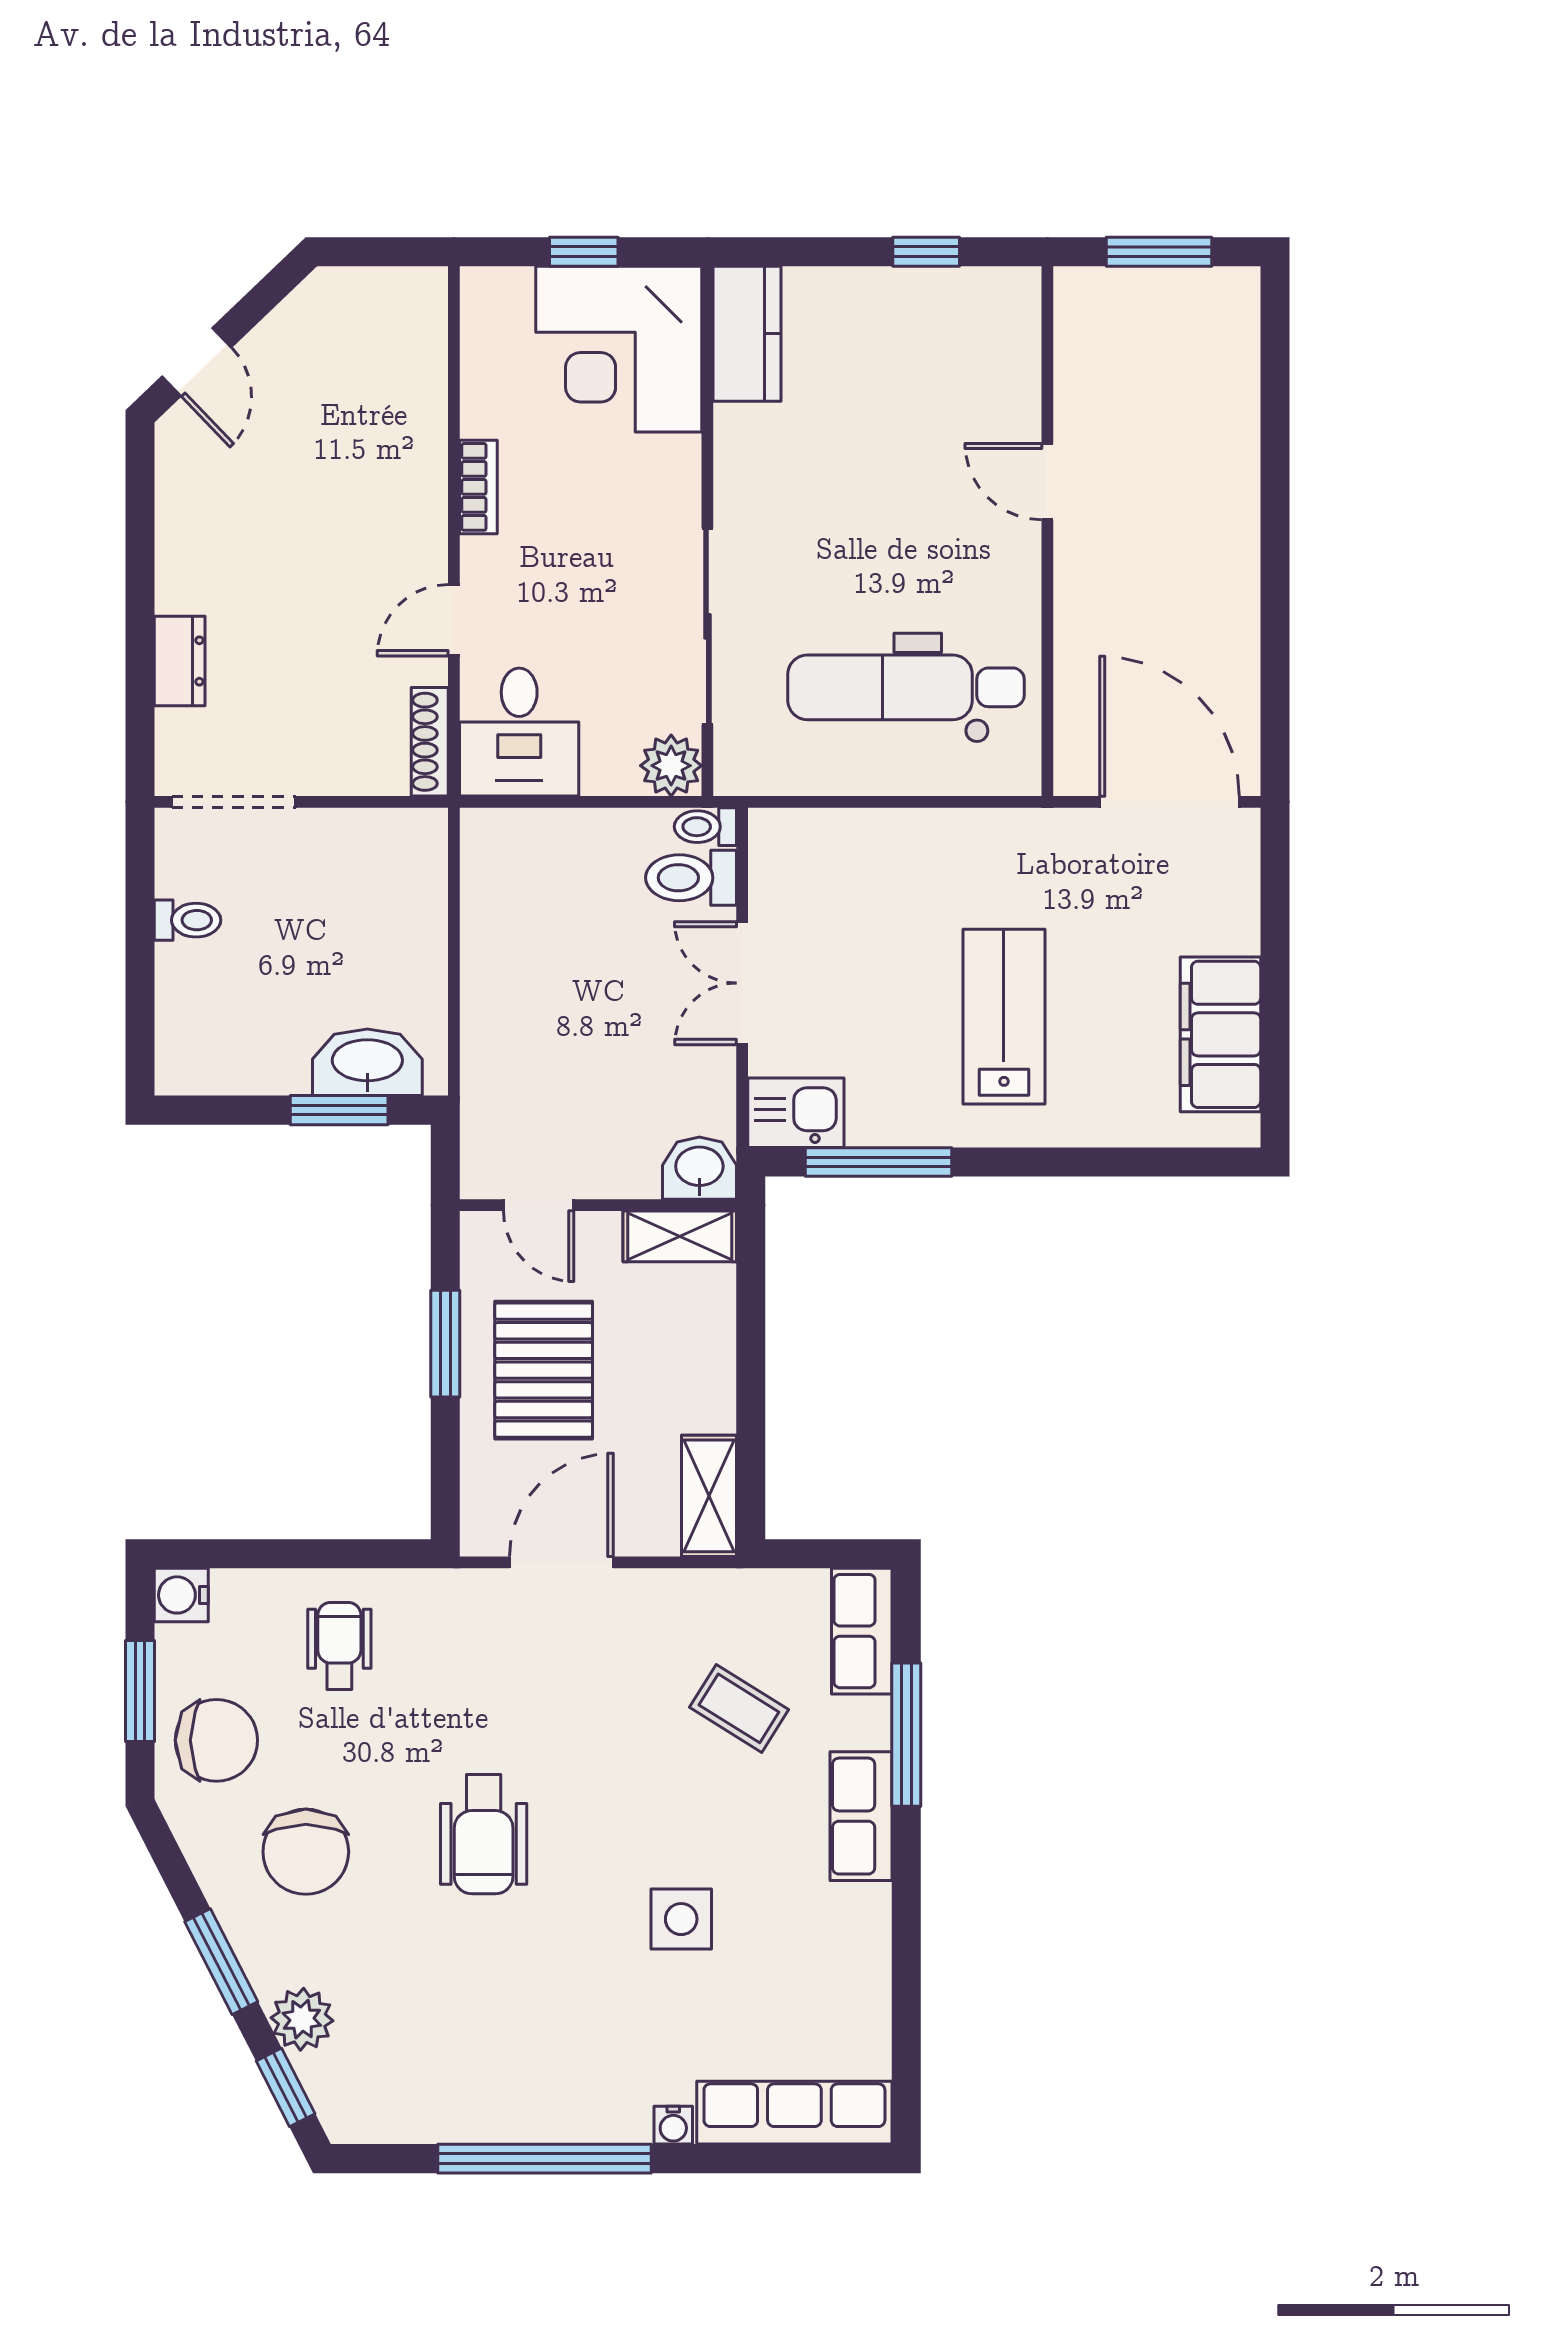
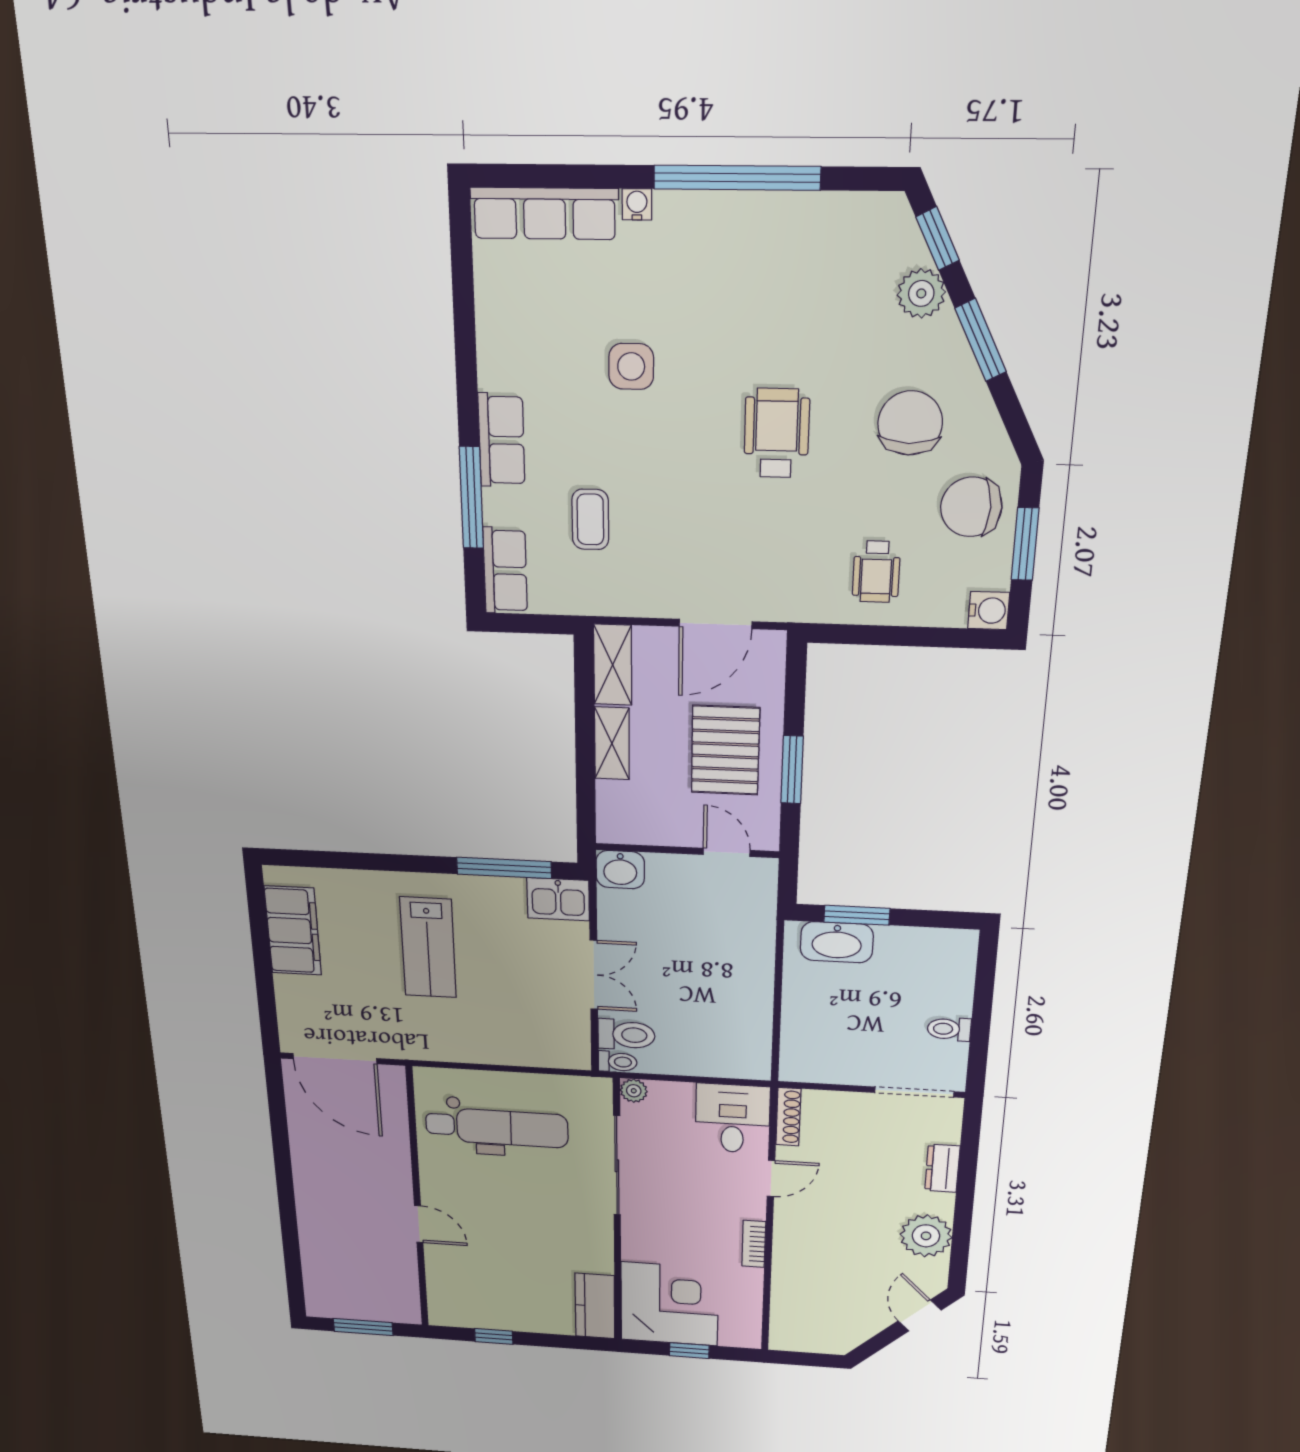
plant: (197, 526) -> (926, 1236), added
plant: (671, 766) -> (634, 1091), width x0.73, depth x0.73
shelving: (680, 1236) -> (612, 743), moved, turned 90
coffee table: (739, 1708) -> (590, 519), turned 58

